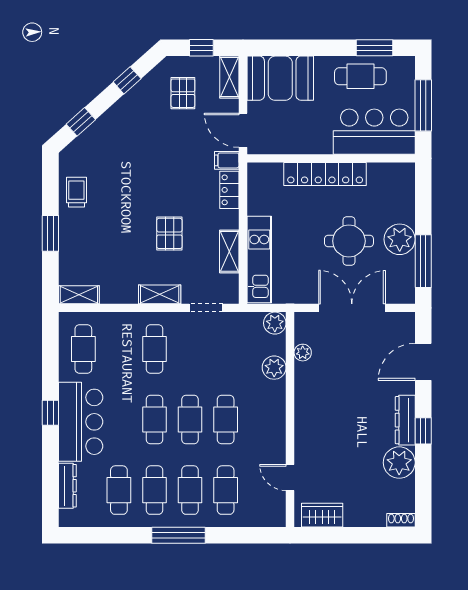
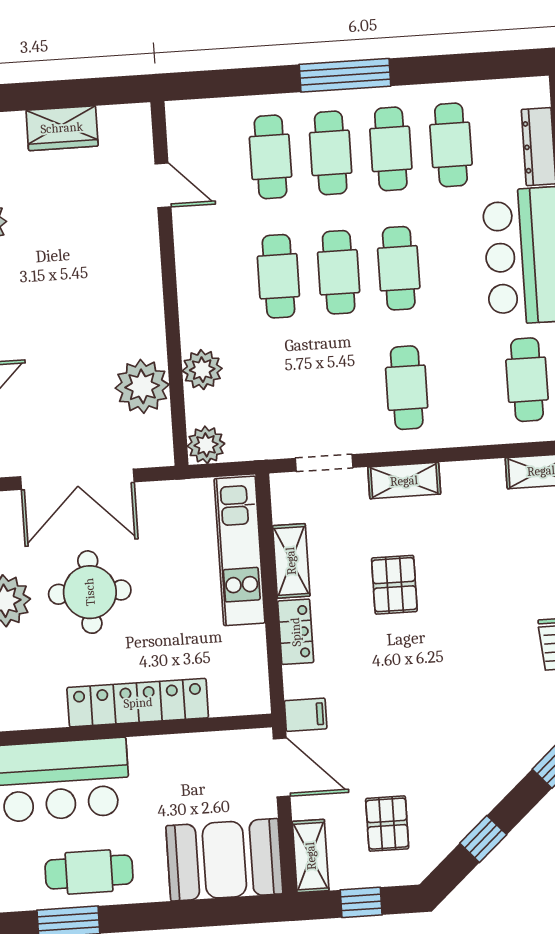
locker: (229, 190) -> (296, 632), moved
plant: (303, 353) -> (142, 386), width x1.87, depth x1.87
wardrobe: (322, 515) -> (62, 128), moved

